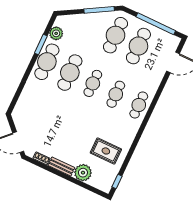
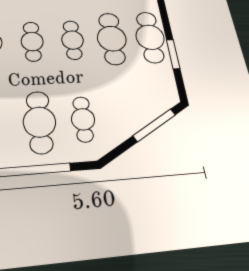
window: (99, 10) -> (154, 125), moved
plant: (56, 33) -> (165, 78), removed
cafe table: (115, 35) -> (83, 119), width x0.73, depth x0.74

